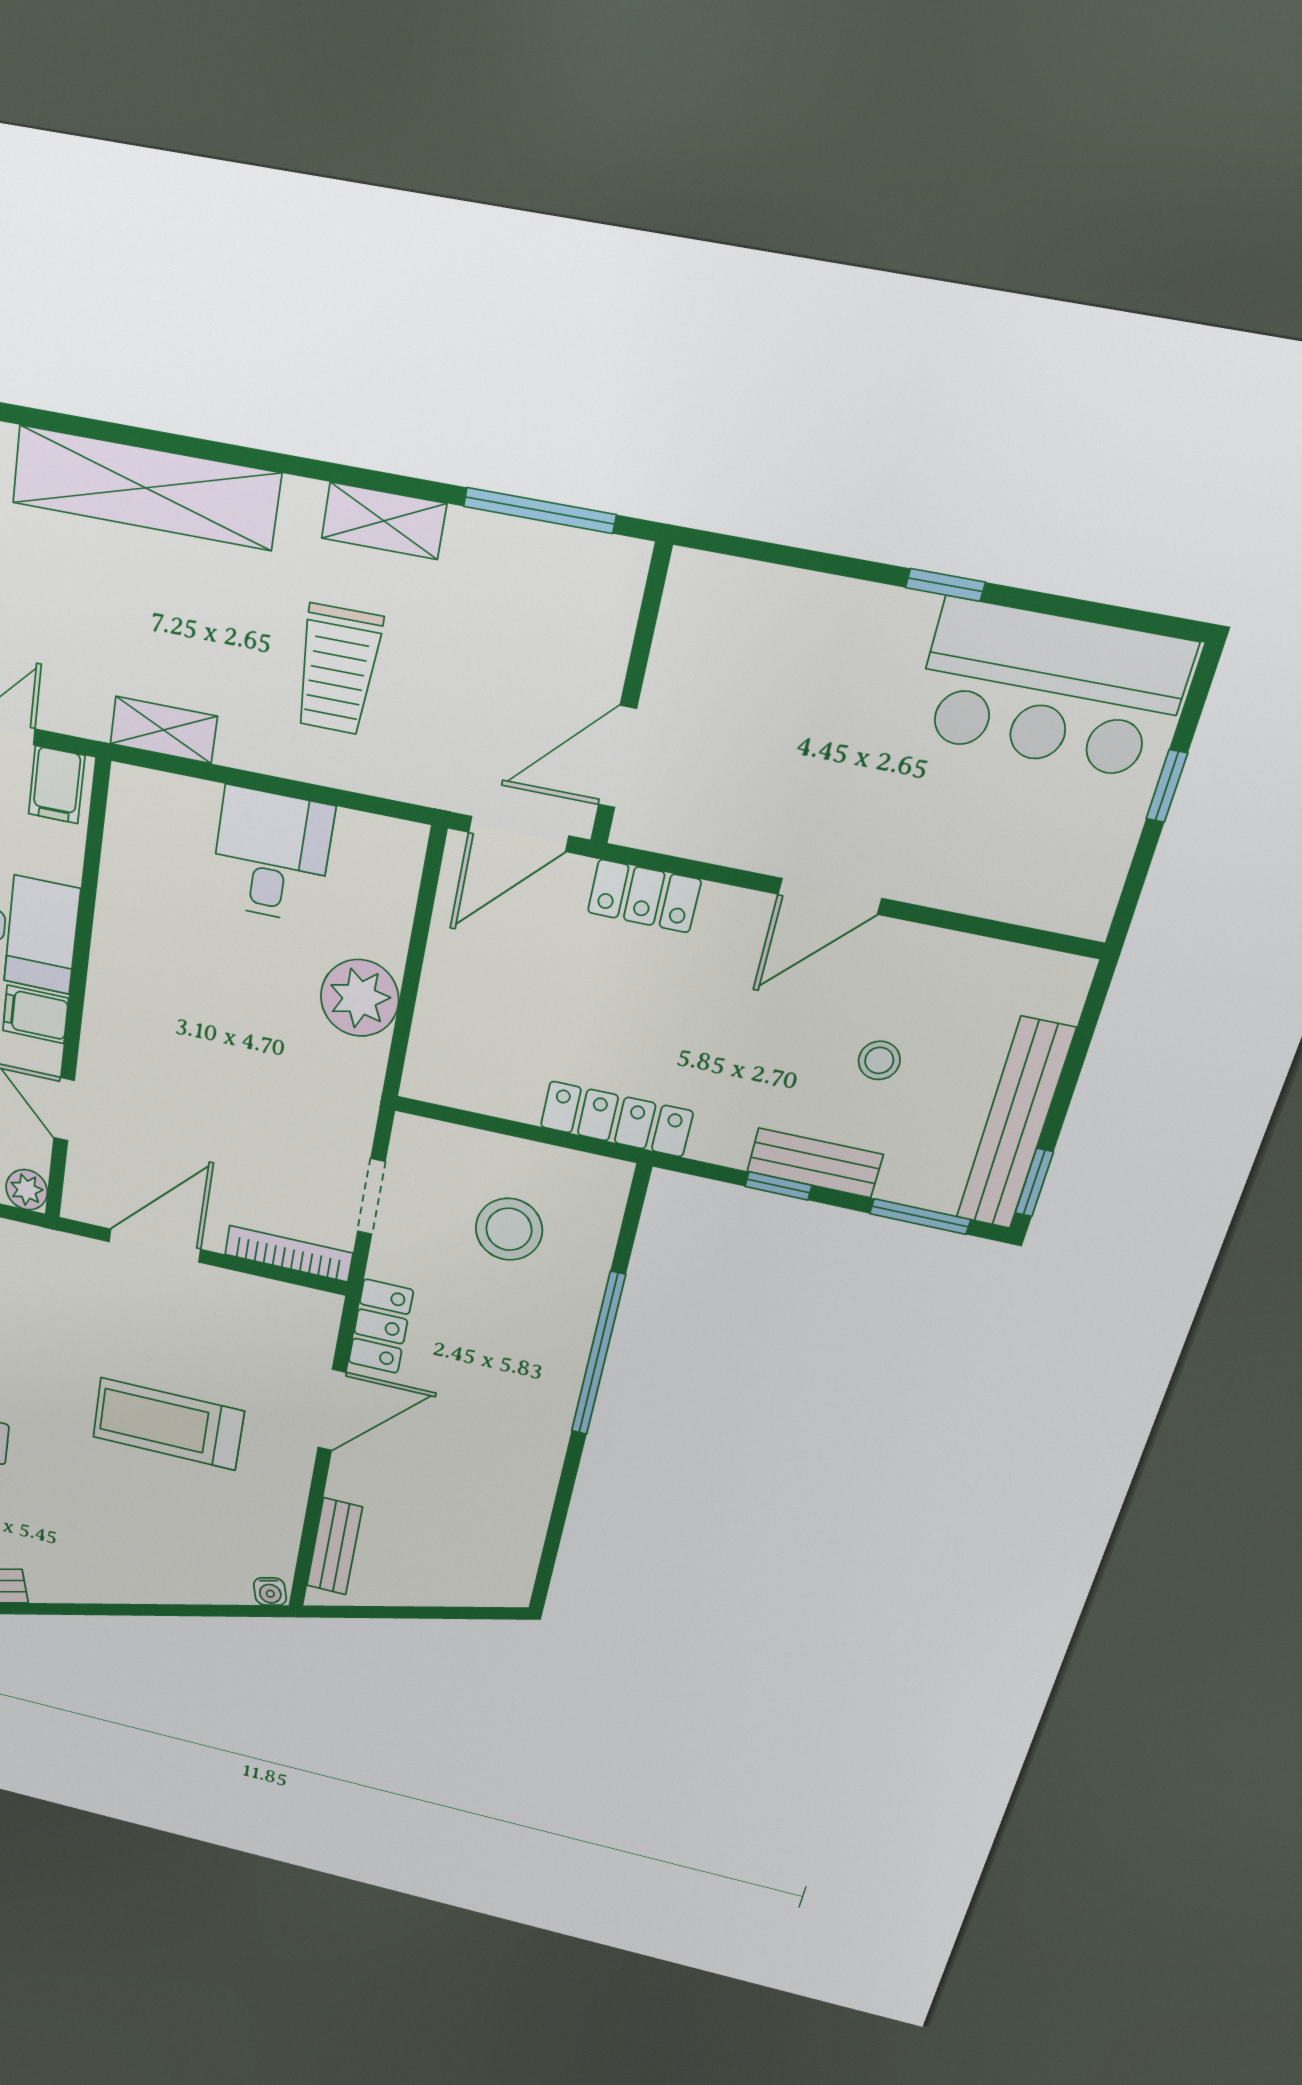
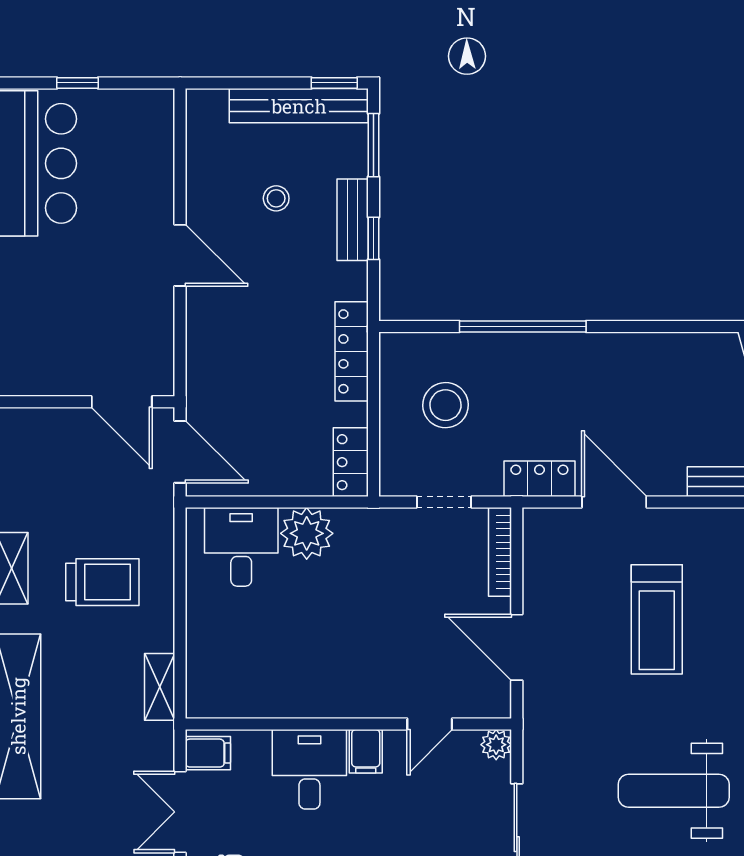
desk: (272, 855) -> (241, 547), moved, turned 90
locker: (644, 896) -> (351, 462), moved, turned 180

